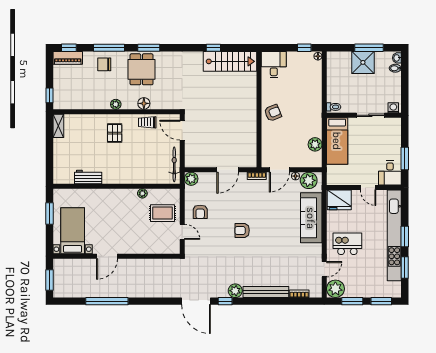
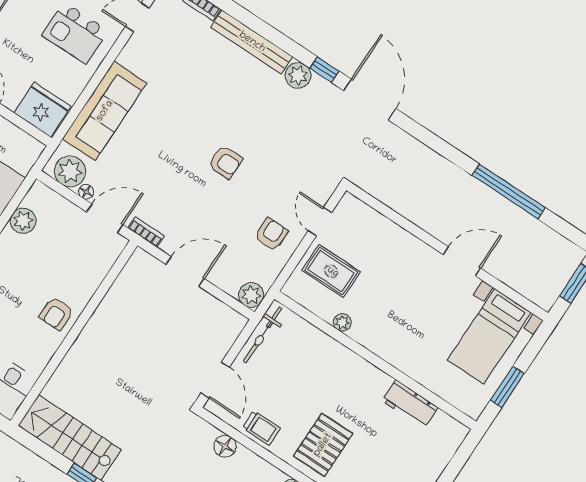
floor lamp: (144, 103) -> (225, 446), moved
armchair: (273, 113) -> (56, 314), turned -68
pallet: (115, 133) -> (323, 445), width x1.50, depth x1.42

